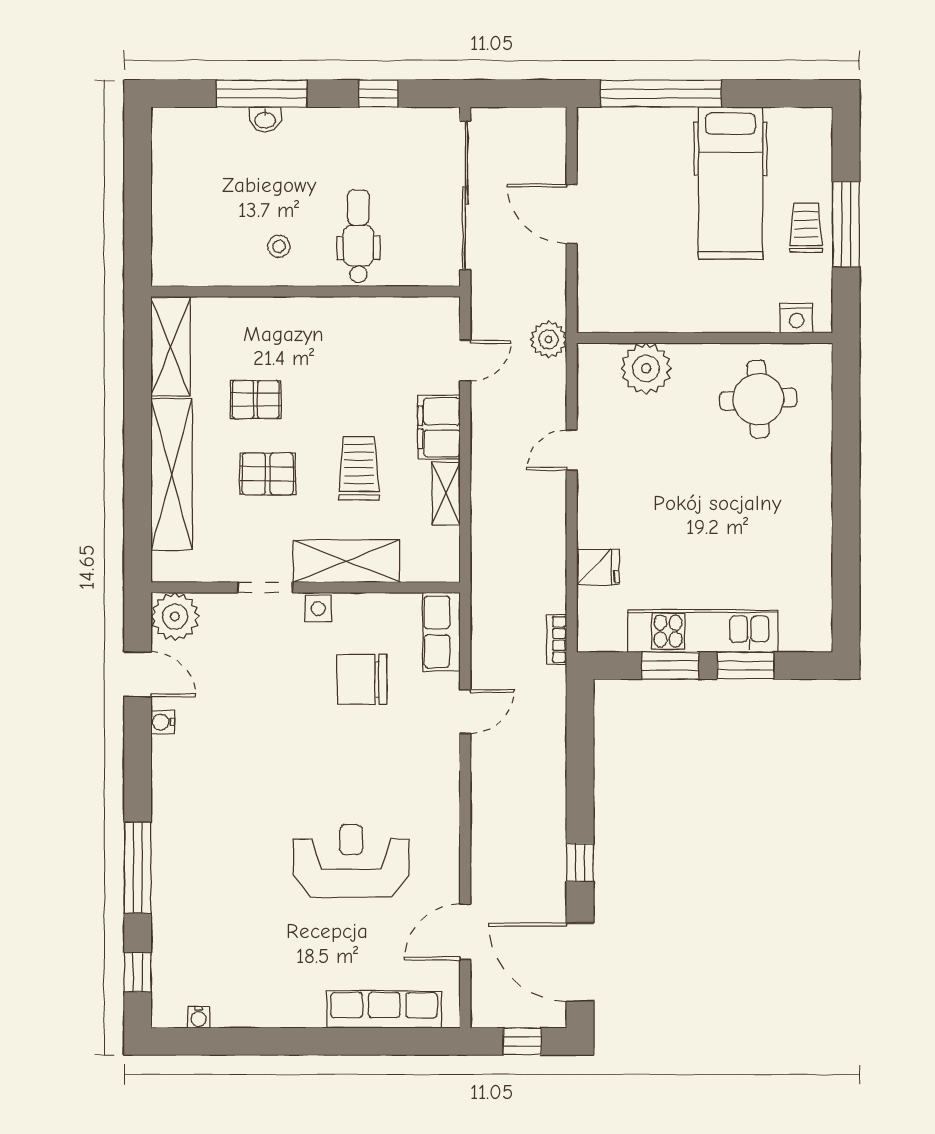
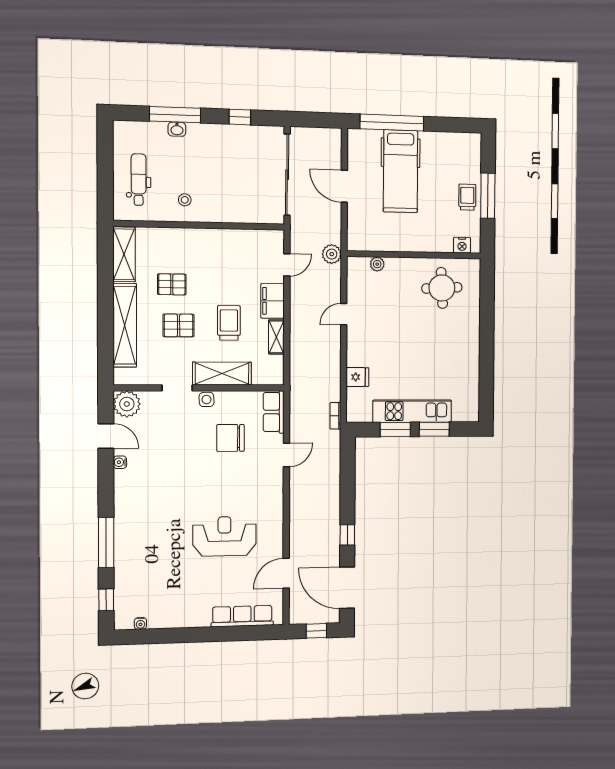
hospital bed: (730, 183) -> (400, 171), moved
dental chair: (358, 236) -> (139, 180), moved
plant: (646, 368) -> (377, 264), width x0.53, depth x0.53

